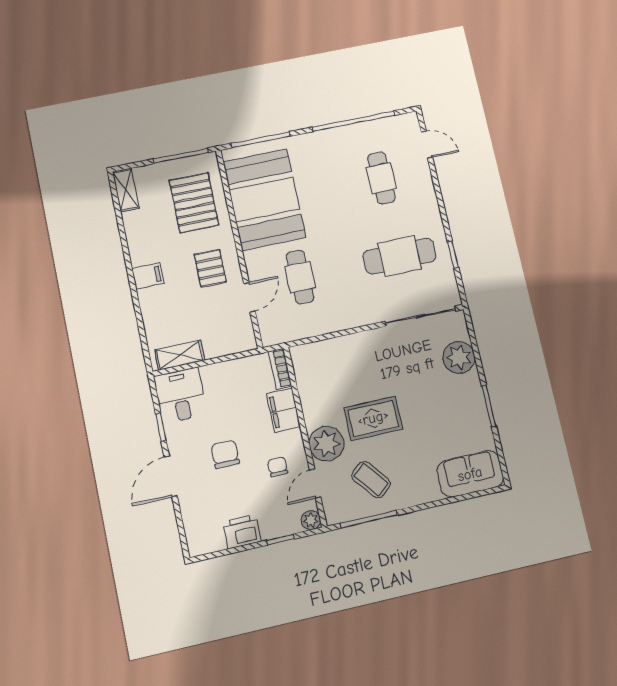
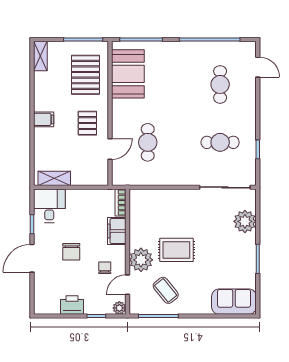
booth: (264, 199) -> (128, 74), width x0.73, depth x0.70
cafe table: (399, 256) -> (220, 142), width x0.73, depth x0.74
chair: (225, 454) -> (71, 252), turned 180

